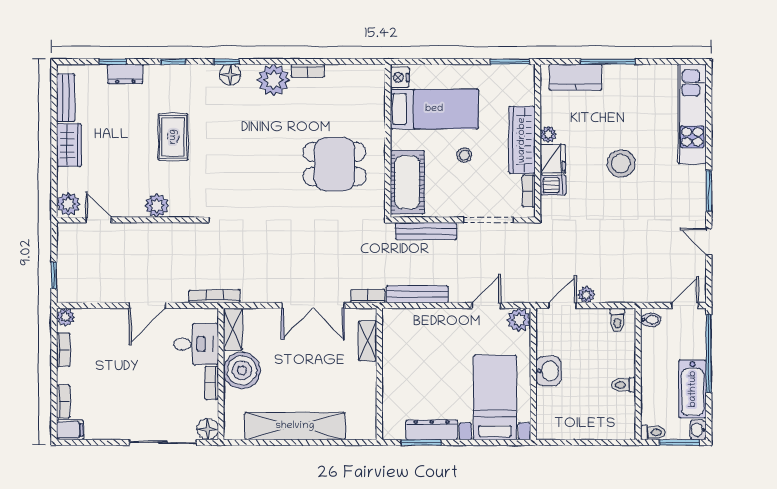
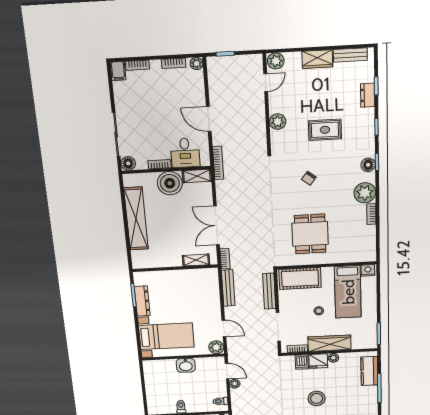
chair: (246, 163) -> (309, 178), added

